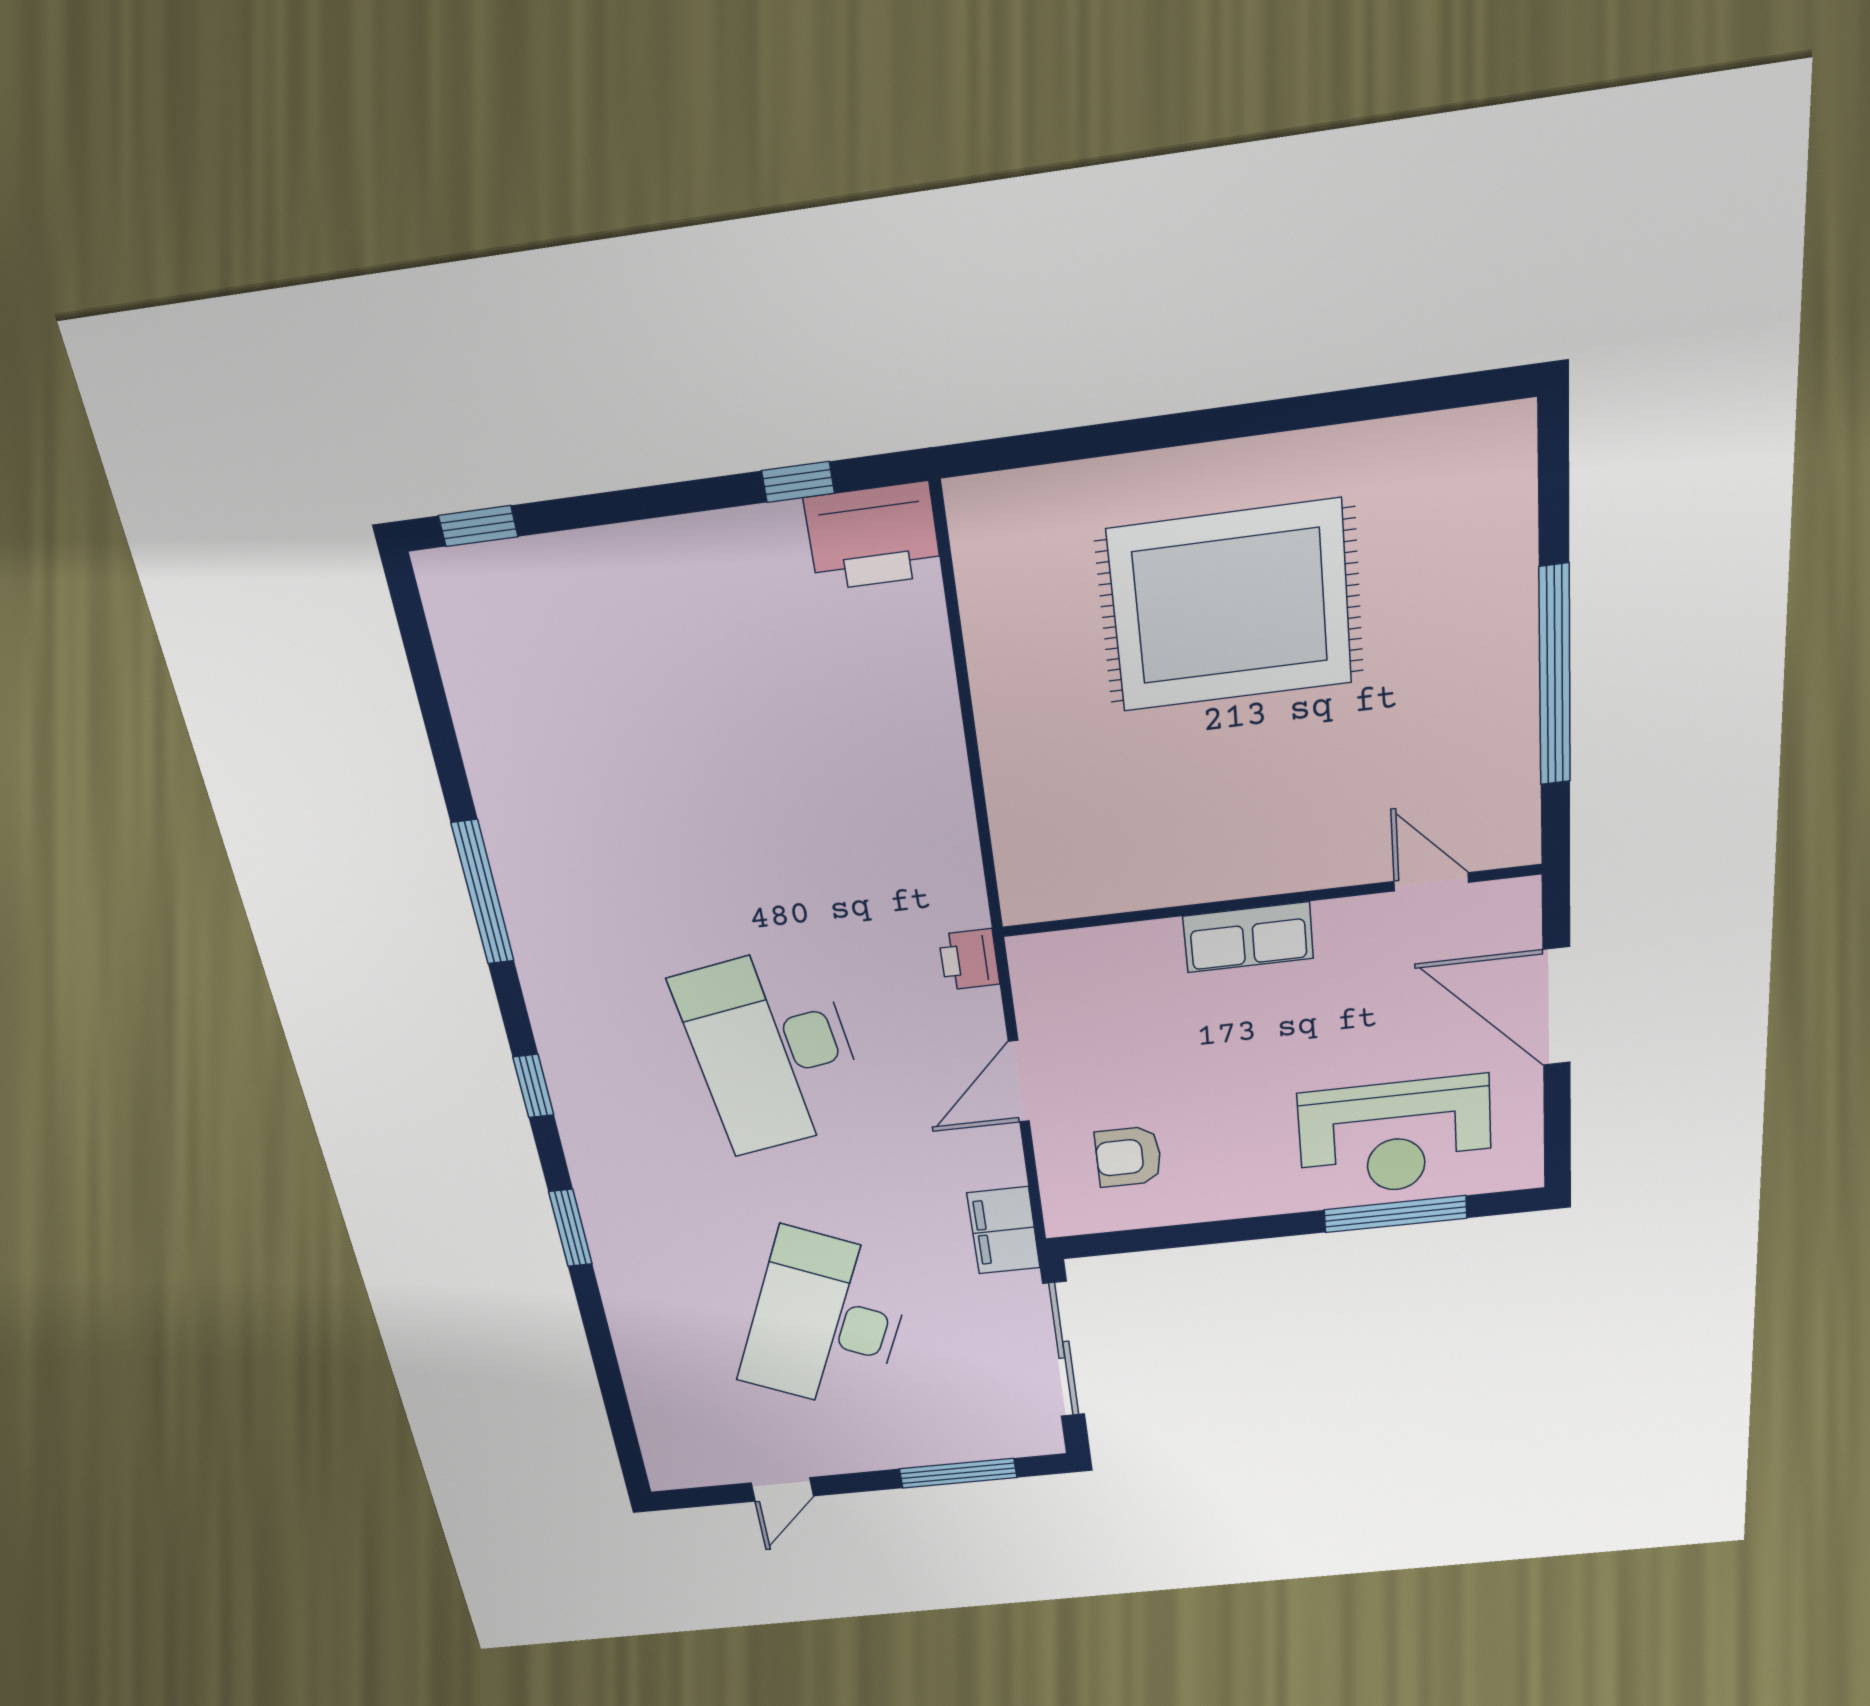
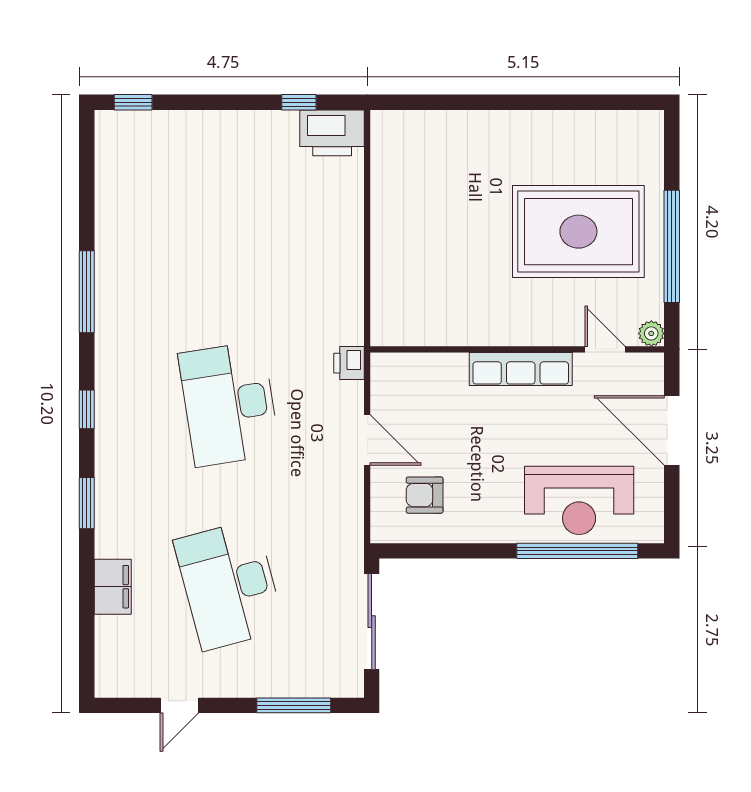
rug: (1230, 606) -> (578, 232), moved
plant: (1517, 843) -> (651, 333), added
row of seats: (1248, 937) -> (521, 369), width x1.48
door: (1019, 1081) -> (367, 440), swing flipped
window: (1395, 1214) -> (577, 551), width x1.46
filing cabinet: (1004, 1230) -> (113, 587), moved, turned 180
desk: (826, 1321) -> (229, 585), turned -39

